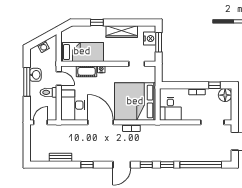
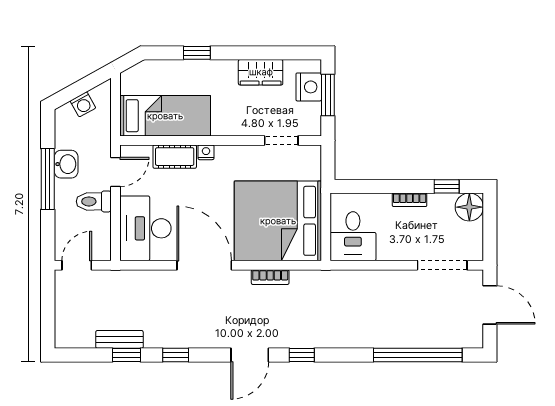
wardrobe: (122, 32) -> (261, 72), width x0.67
door: (59, 79) -> (116, 172), hinge flipped
window: (167, 165) -> (127, 355), moved

